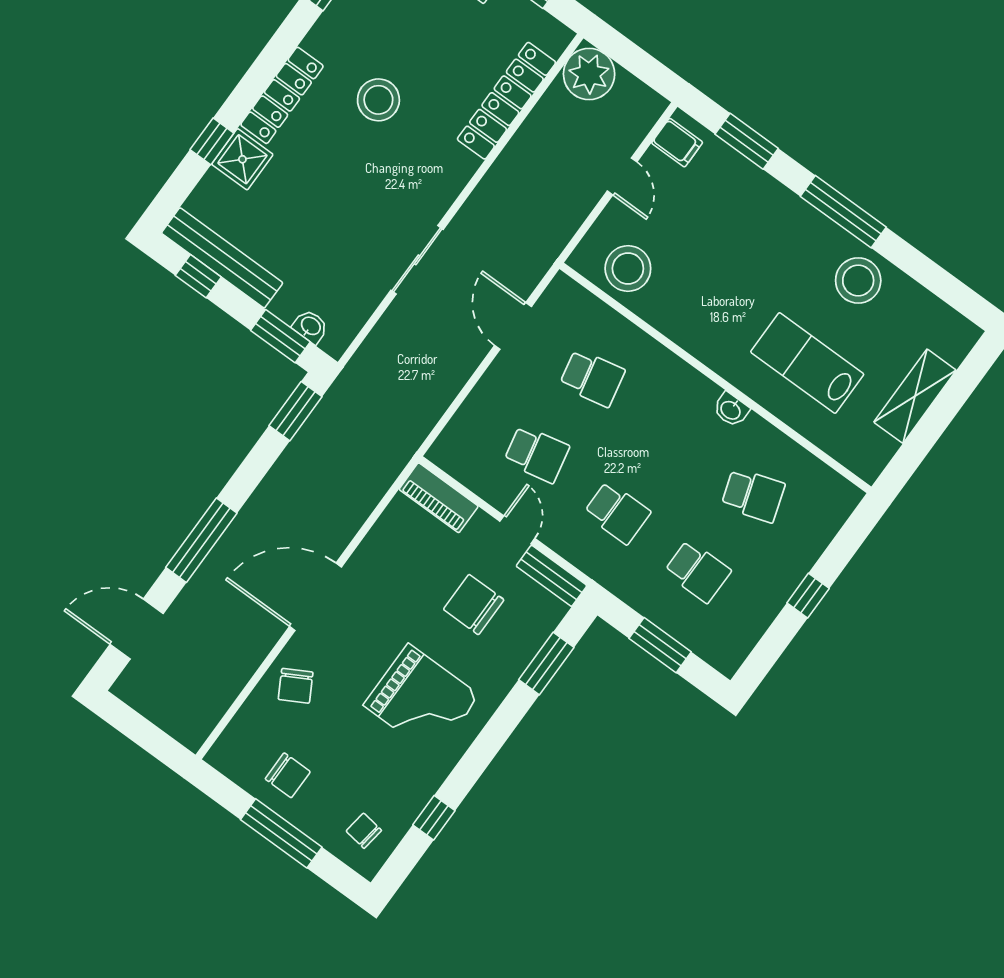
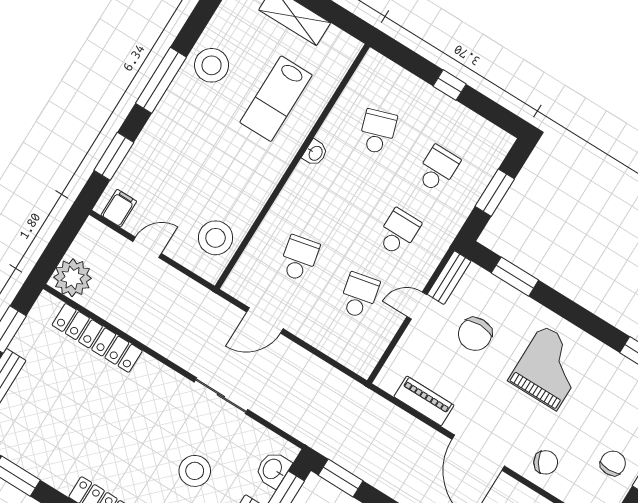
stool: (378, 100) -> (195, 471), moved
washbasin: (310, 326) -> (273, 469), width x1.38, depth x1.45
piano: (439, 498) -> (424, 401), moved, turned -90

